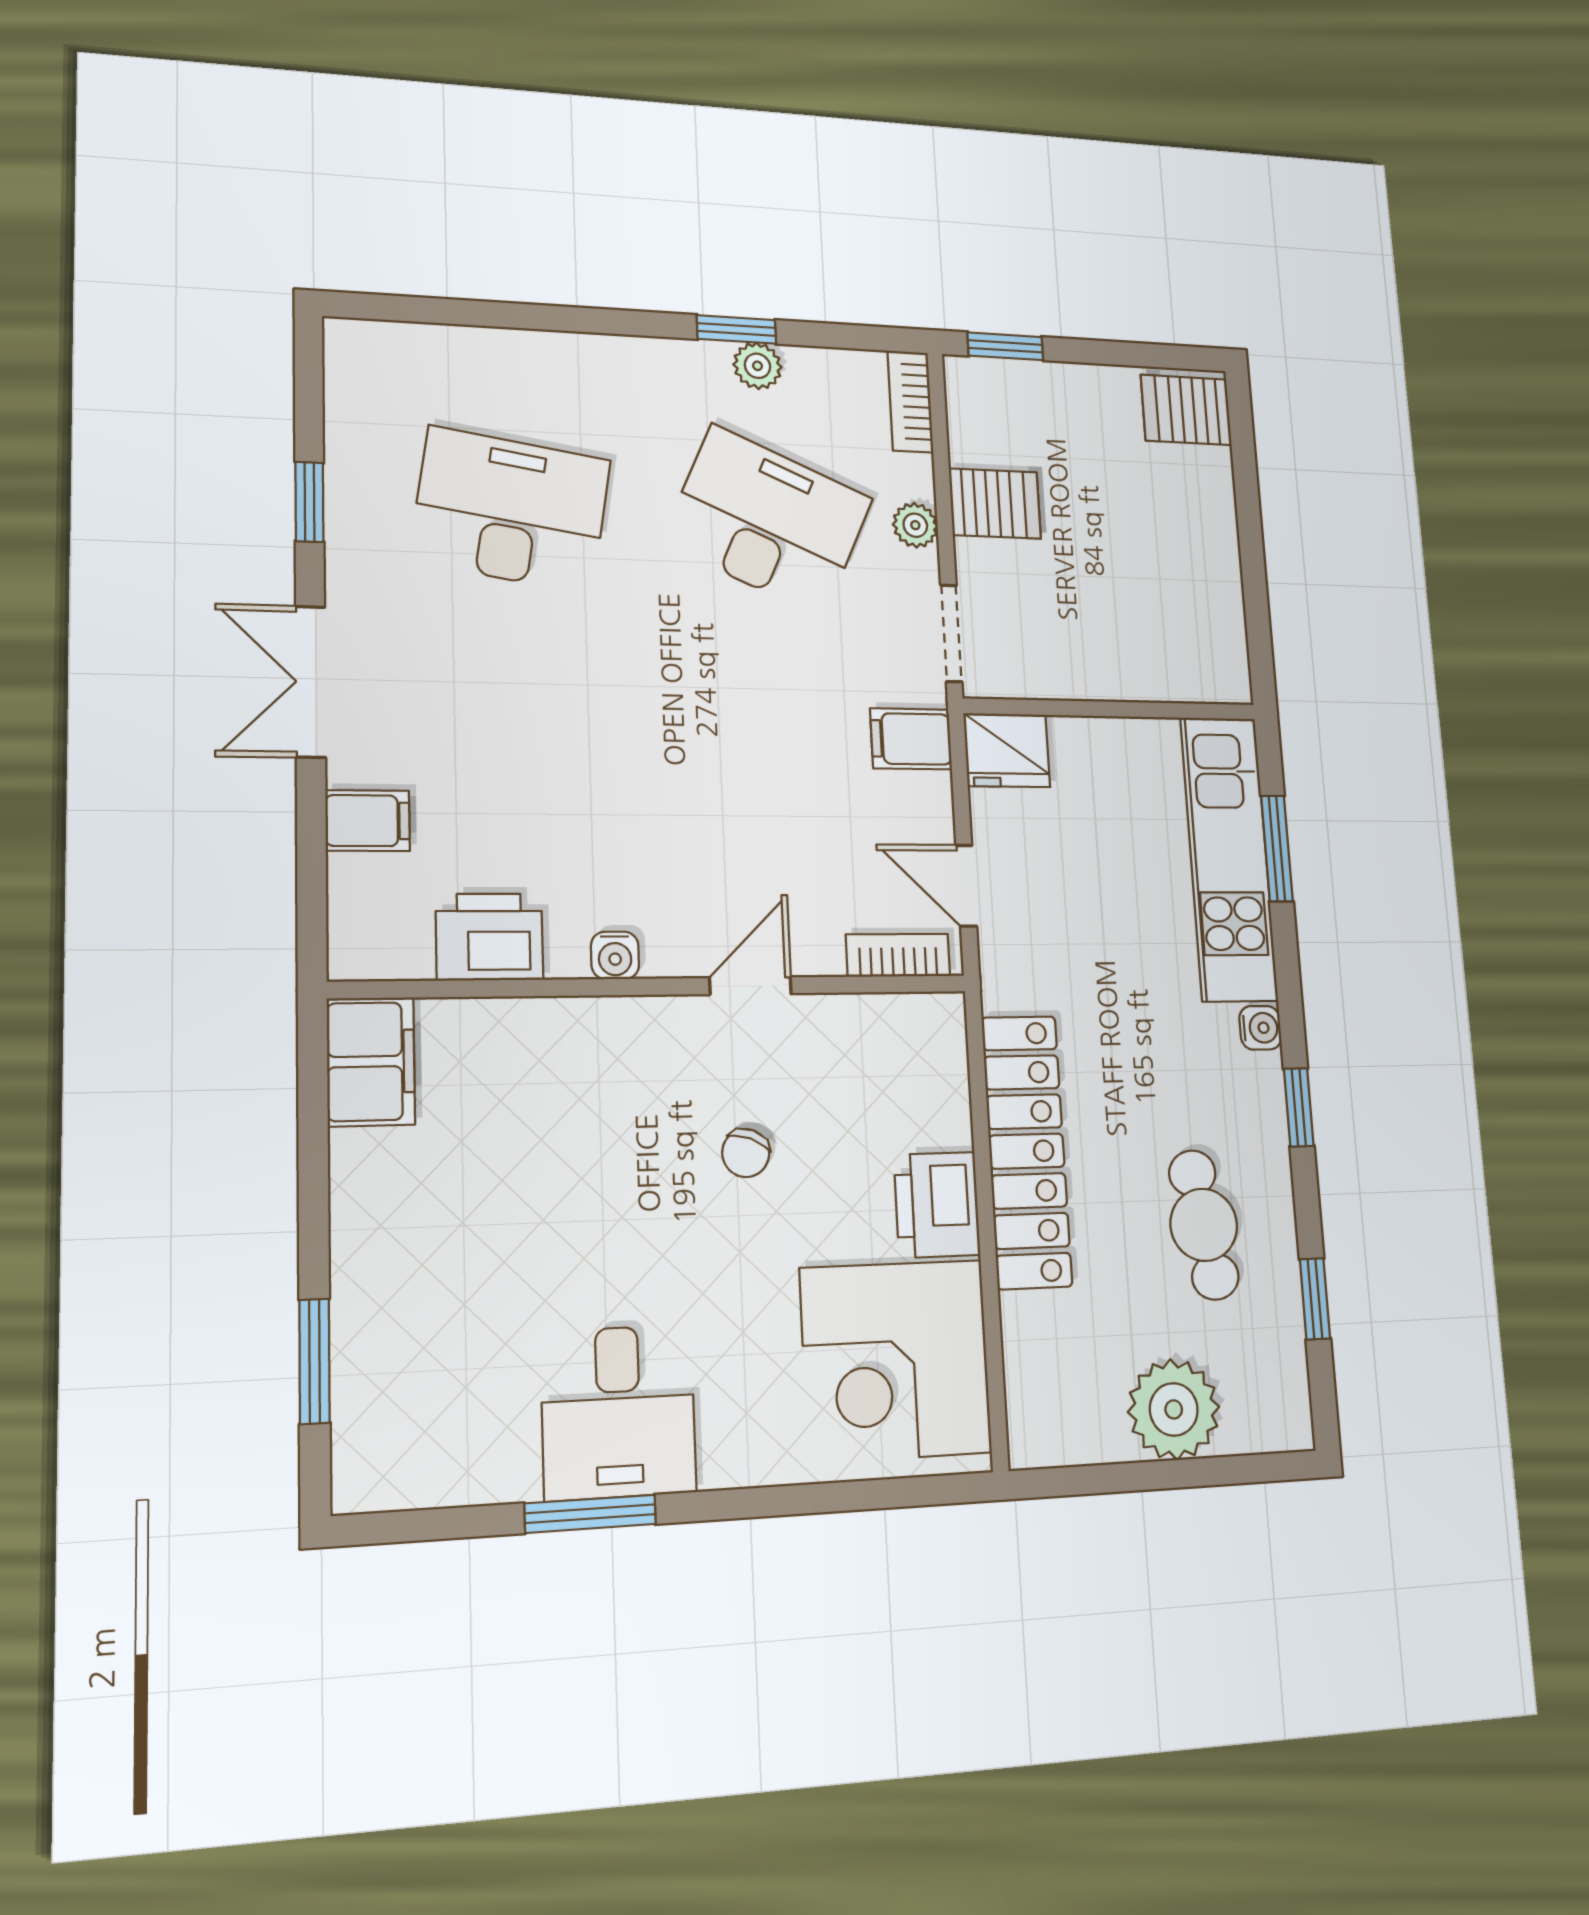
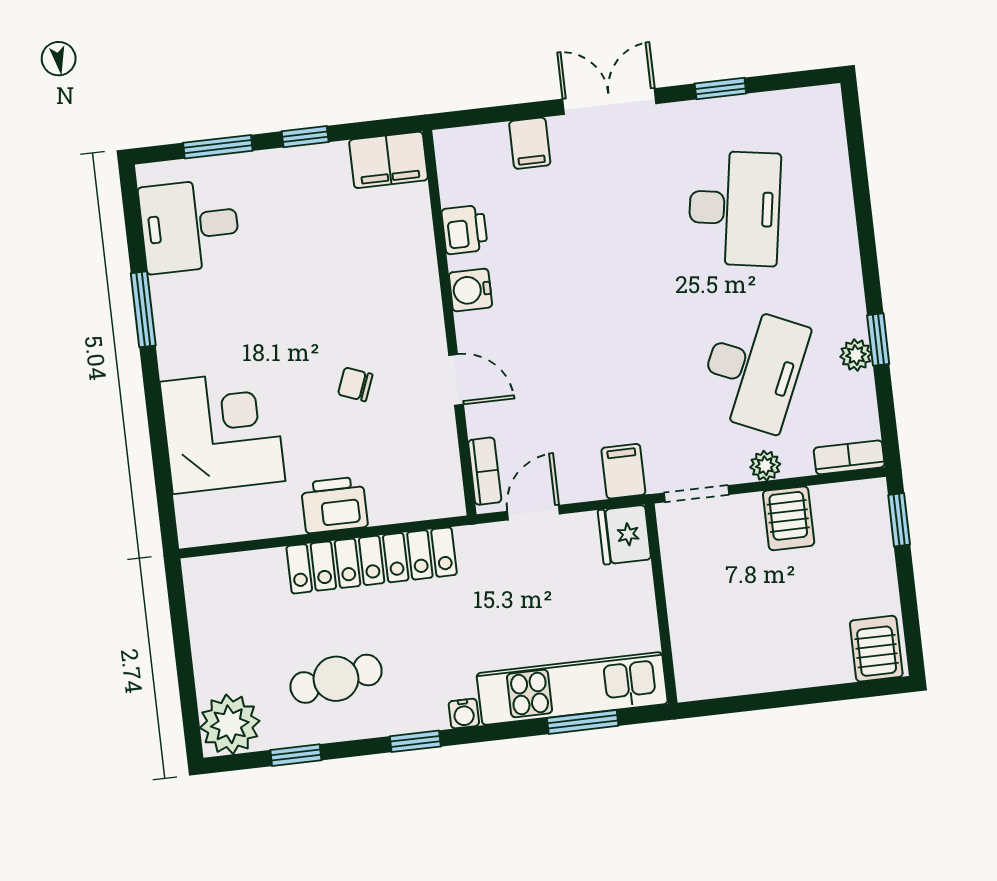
printer: (489, 937) -> (465, 230), width x0.73, depth x0.81
water cooler: (615, 955) -> (470, 290), width x1.38, depth x1.38
window: (314, 1203) -> (305, 137), added
corner desk: (896, 1360) -> (223, 431), moved, turned 90
plant: (1174, 1409) -> (230, 724), moved
desk: (618, 1412) -> (190, 226), moved

